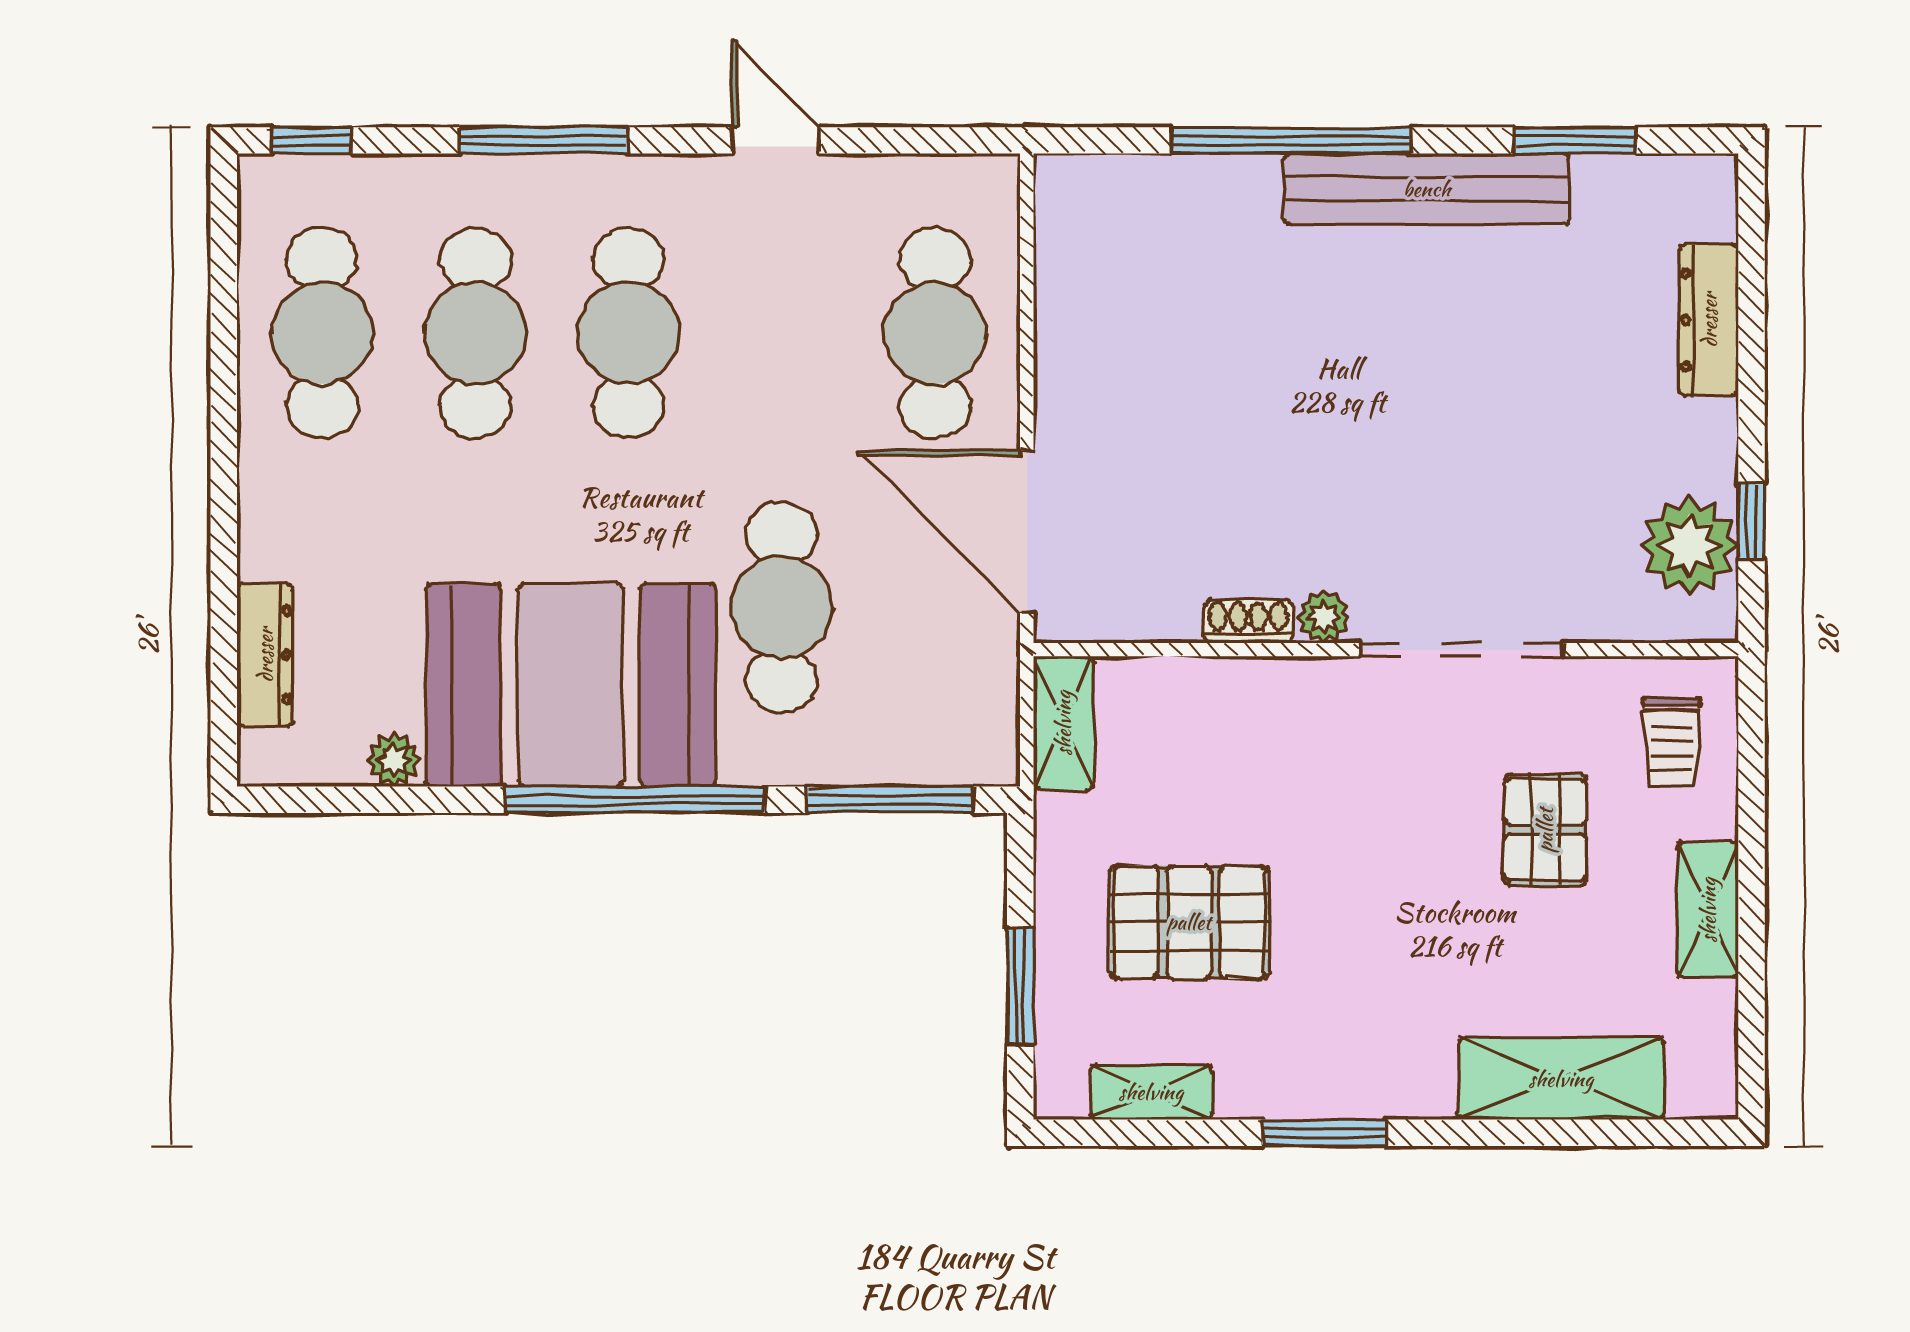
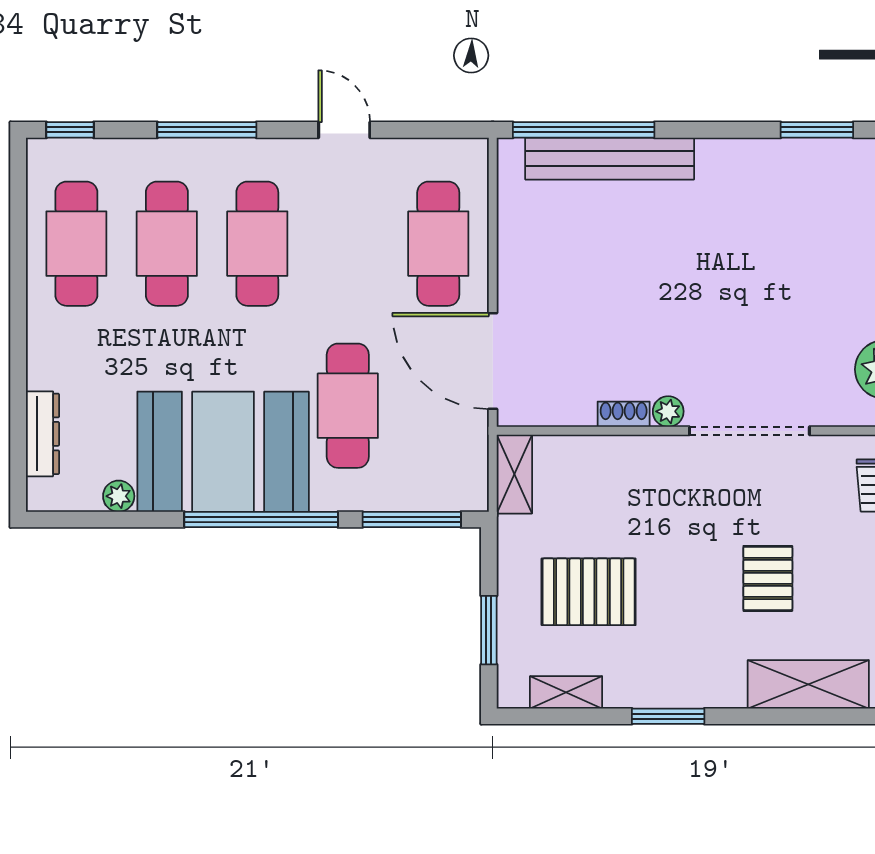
window: (1291, 140) -> (584, 130), moved
bench: (1427, 189) -> (610, 159), moved
pallet: (1545, 830) -> (768, 578), moved

